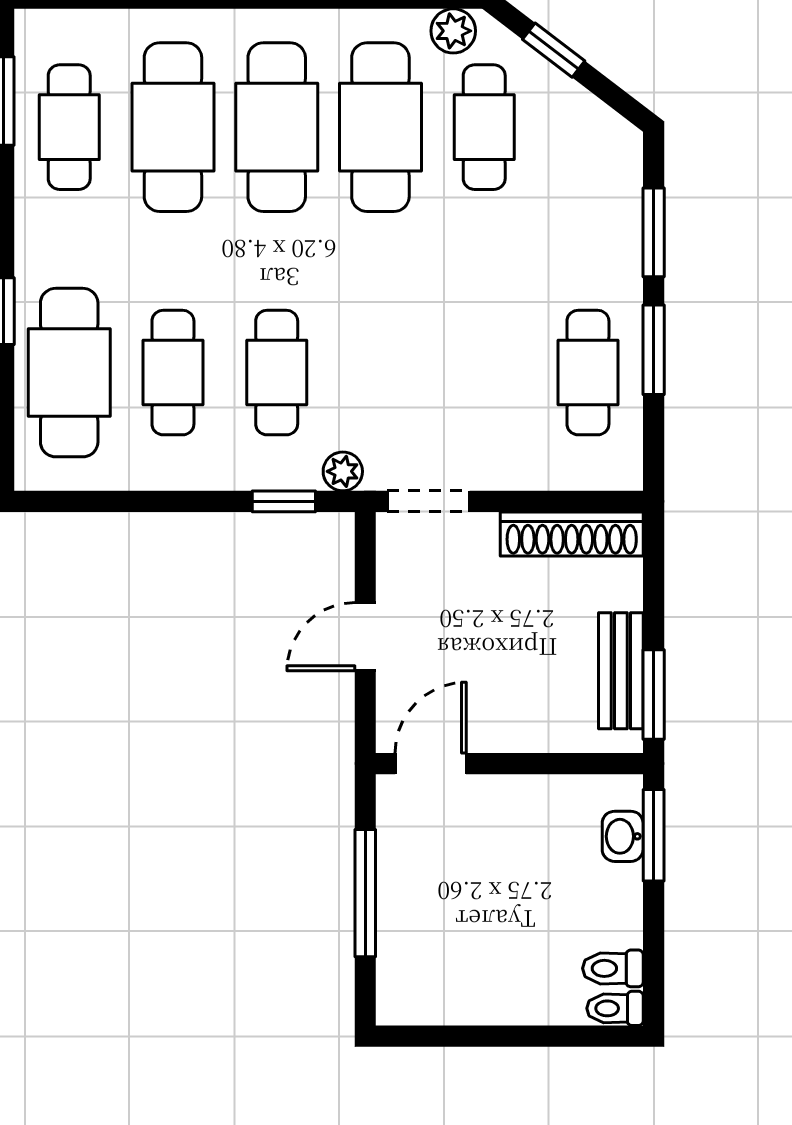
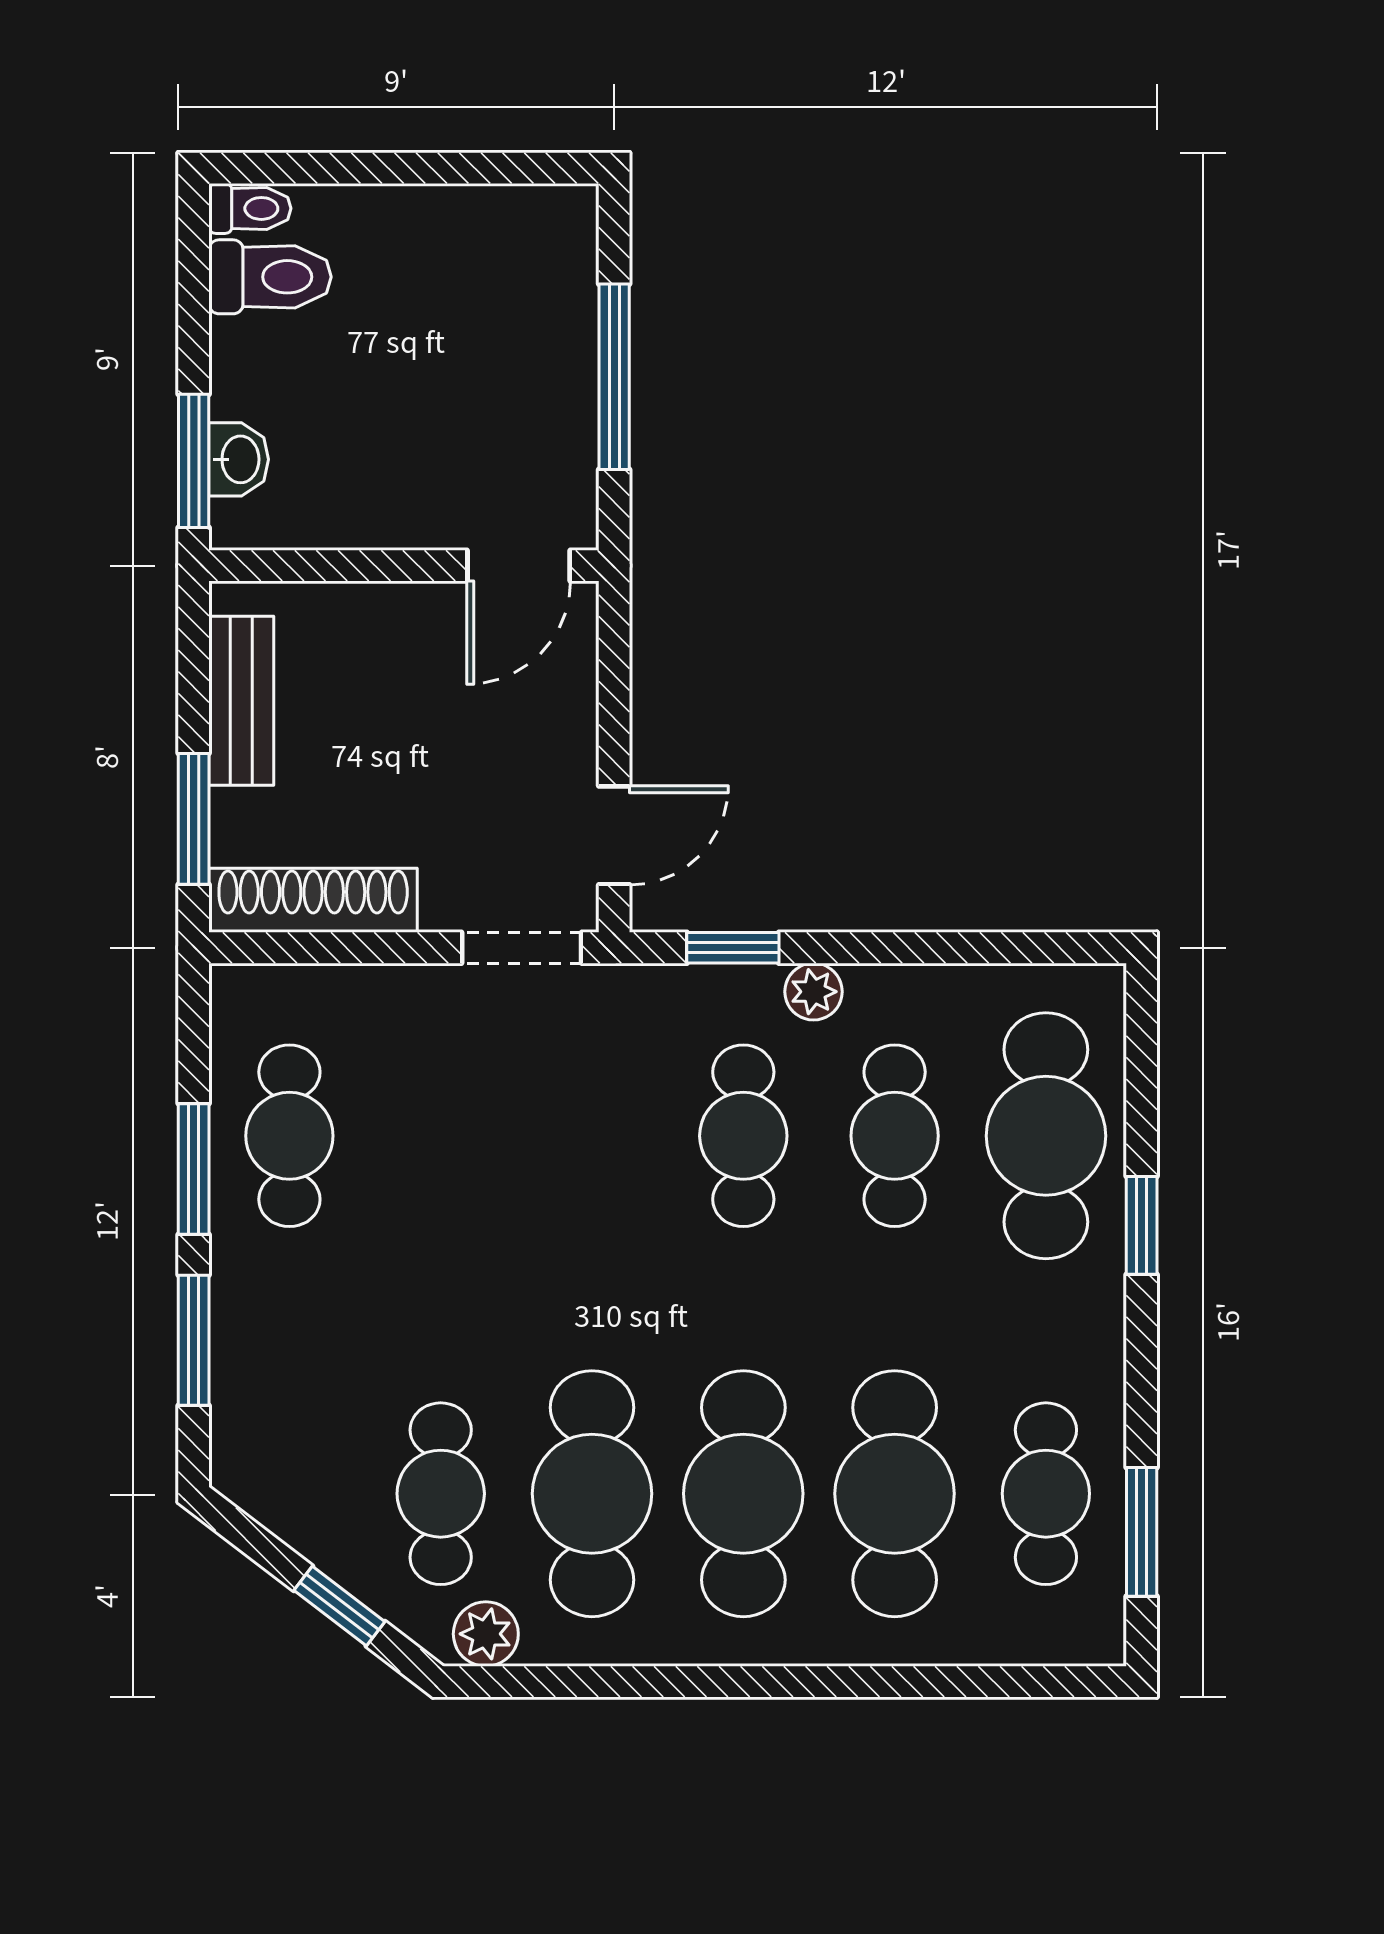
plant: (343, 471) -> (813, 992), moved
door: (365, 637) -> (614, 835), moved
window: (654, 695) -> (194, 819), moved
toilet: (613, 968) -> (270, 277), width x1.37, depth x1.39

